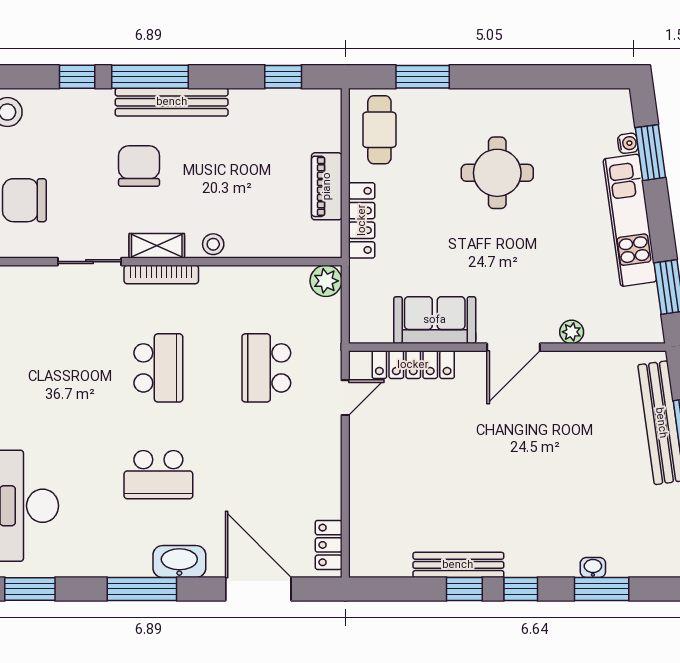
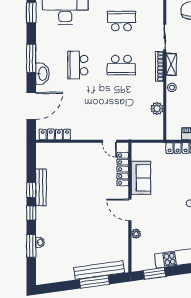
plant: (326, 281) -> (157, 109), moved
school desk: (266, 368) -> (121, 21), moved
locker: (329, 545) -> (55, 135), width x1.53

